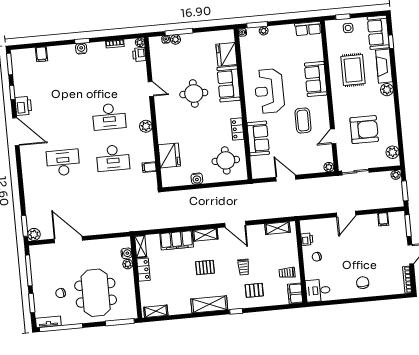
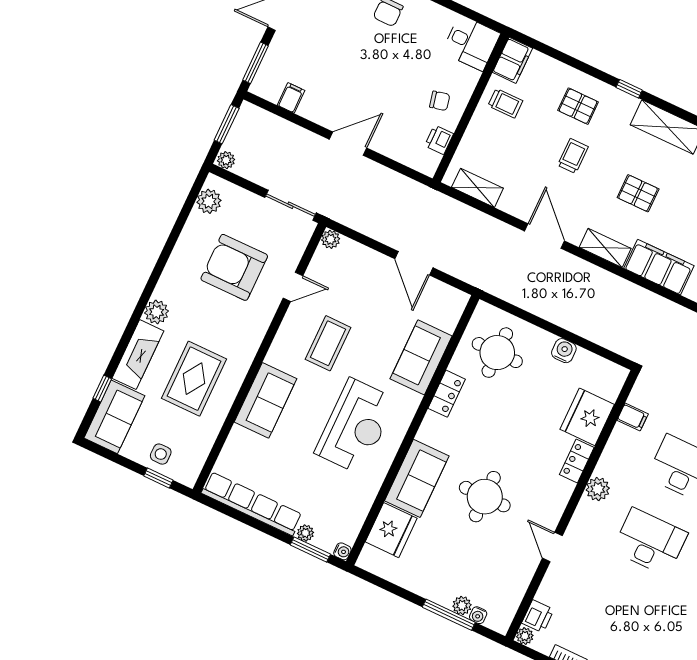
row of seats: (308, 29) -> (252, 504), width x2.02
locker: (162, 133) -> (577, 461), added

